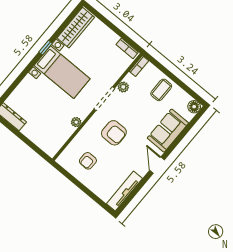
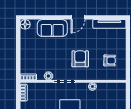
coffee table: (161, 90) -> (31, 52), removed

